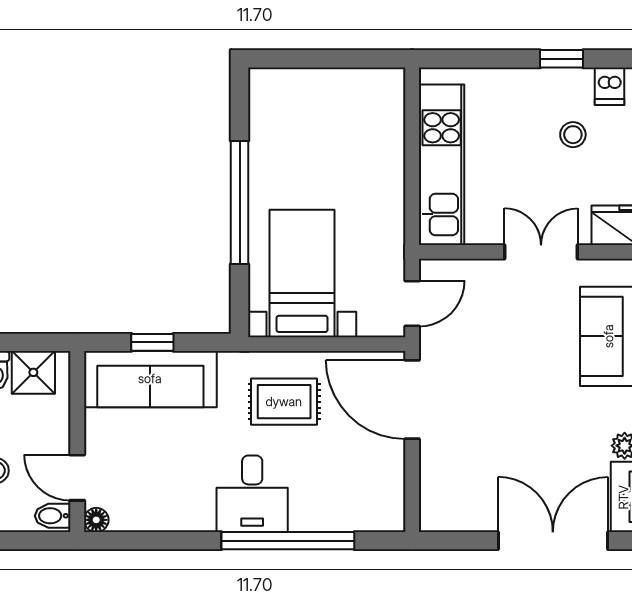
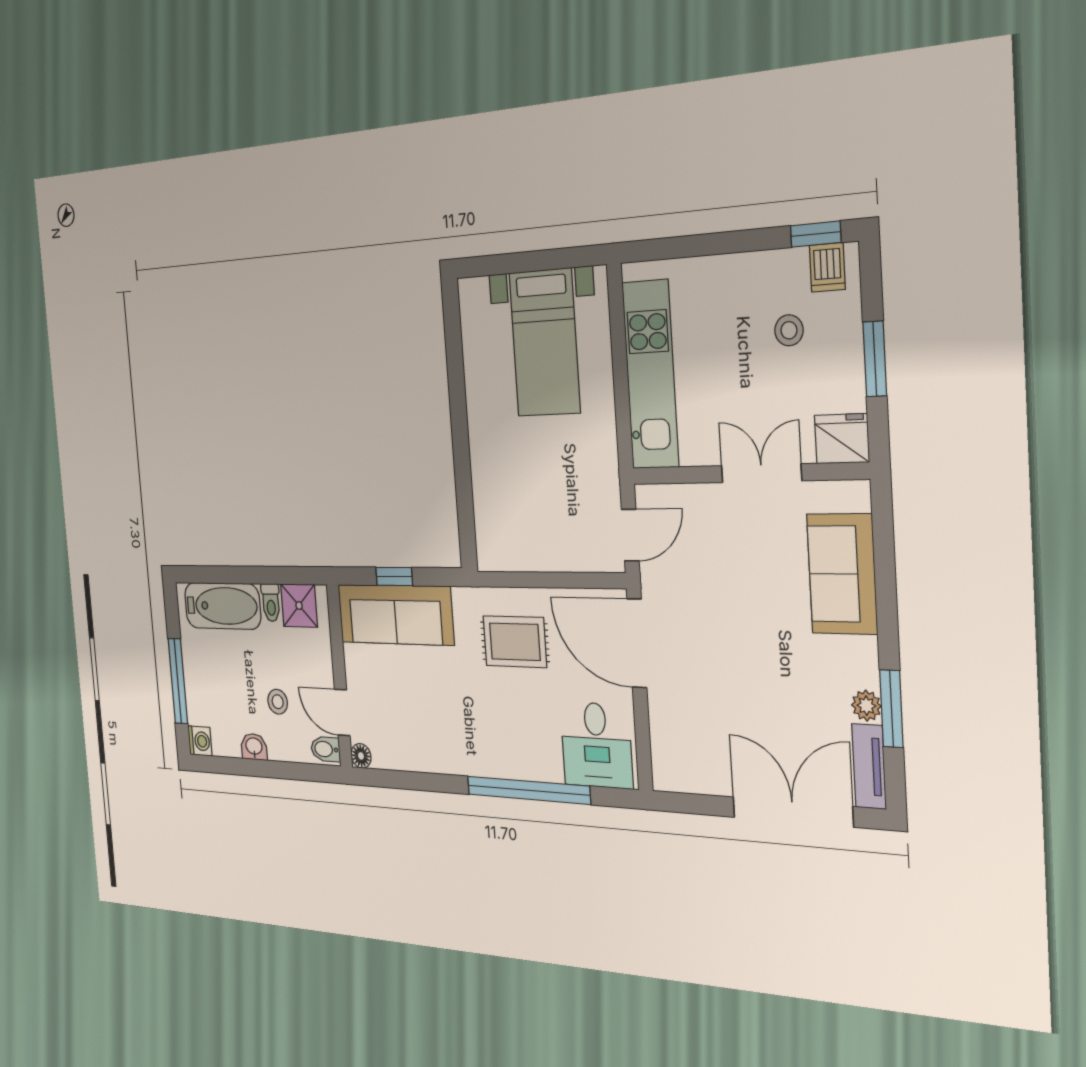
window: (561, 59) -> (816, 234), moved
window: (240, 202) -> (460, 427), removed
bed with nightstands: (302, 273) -> (545, 343), moved, turned 180
desk: (252, 494) -> (596, 745), moved

